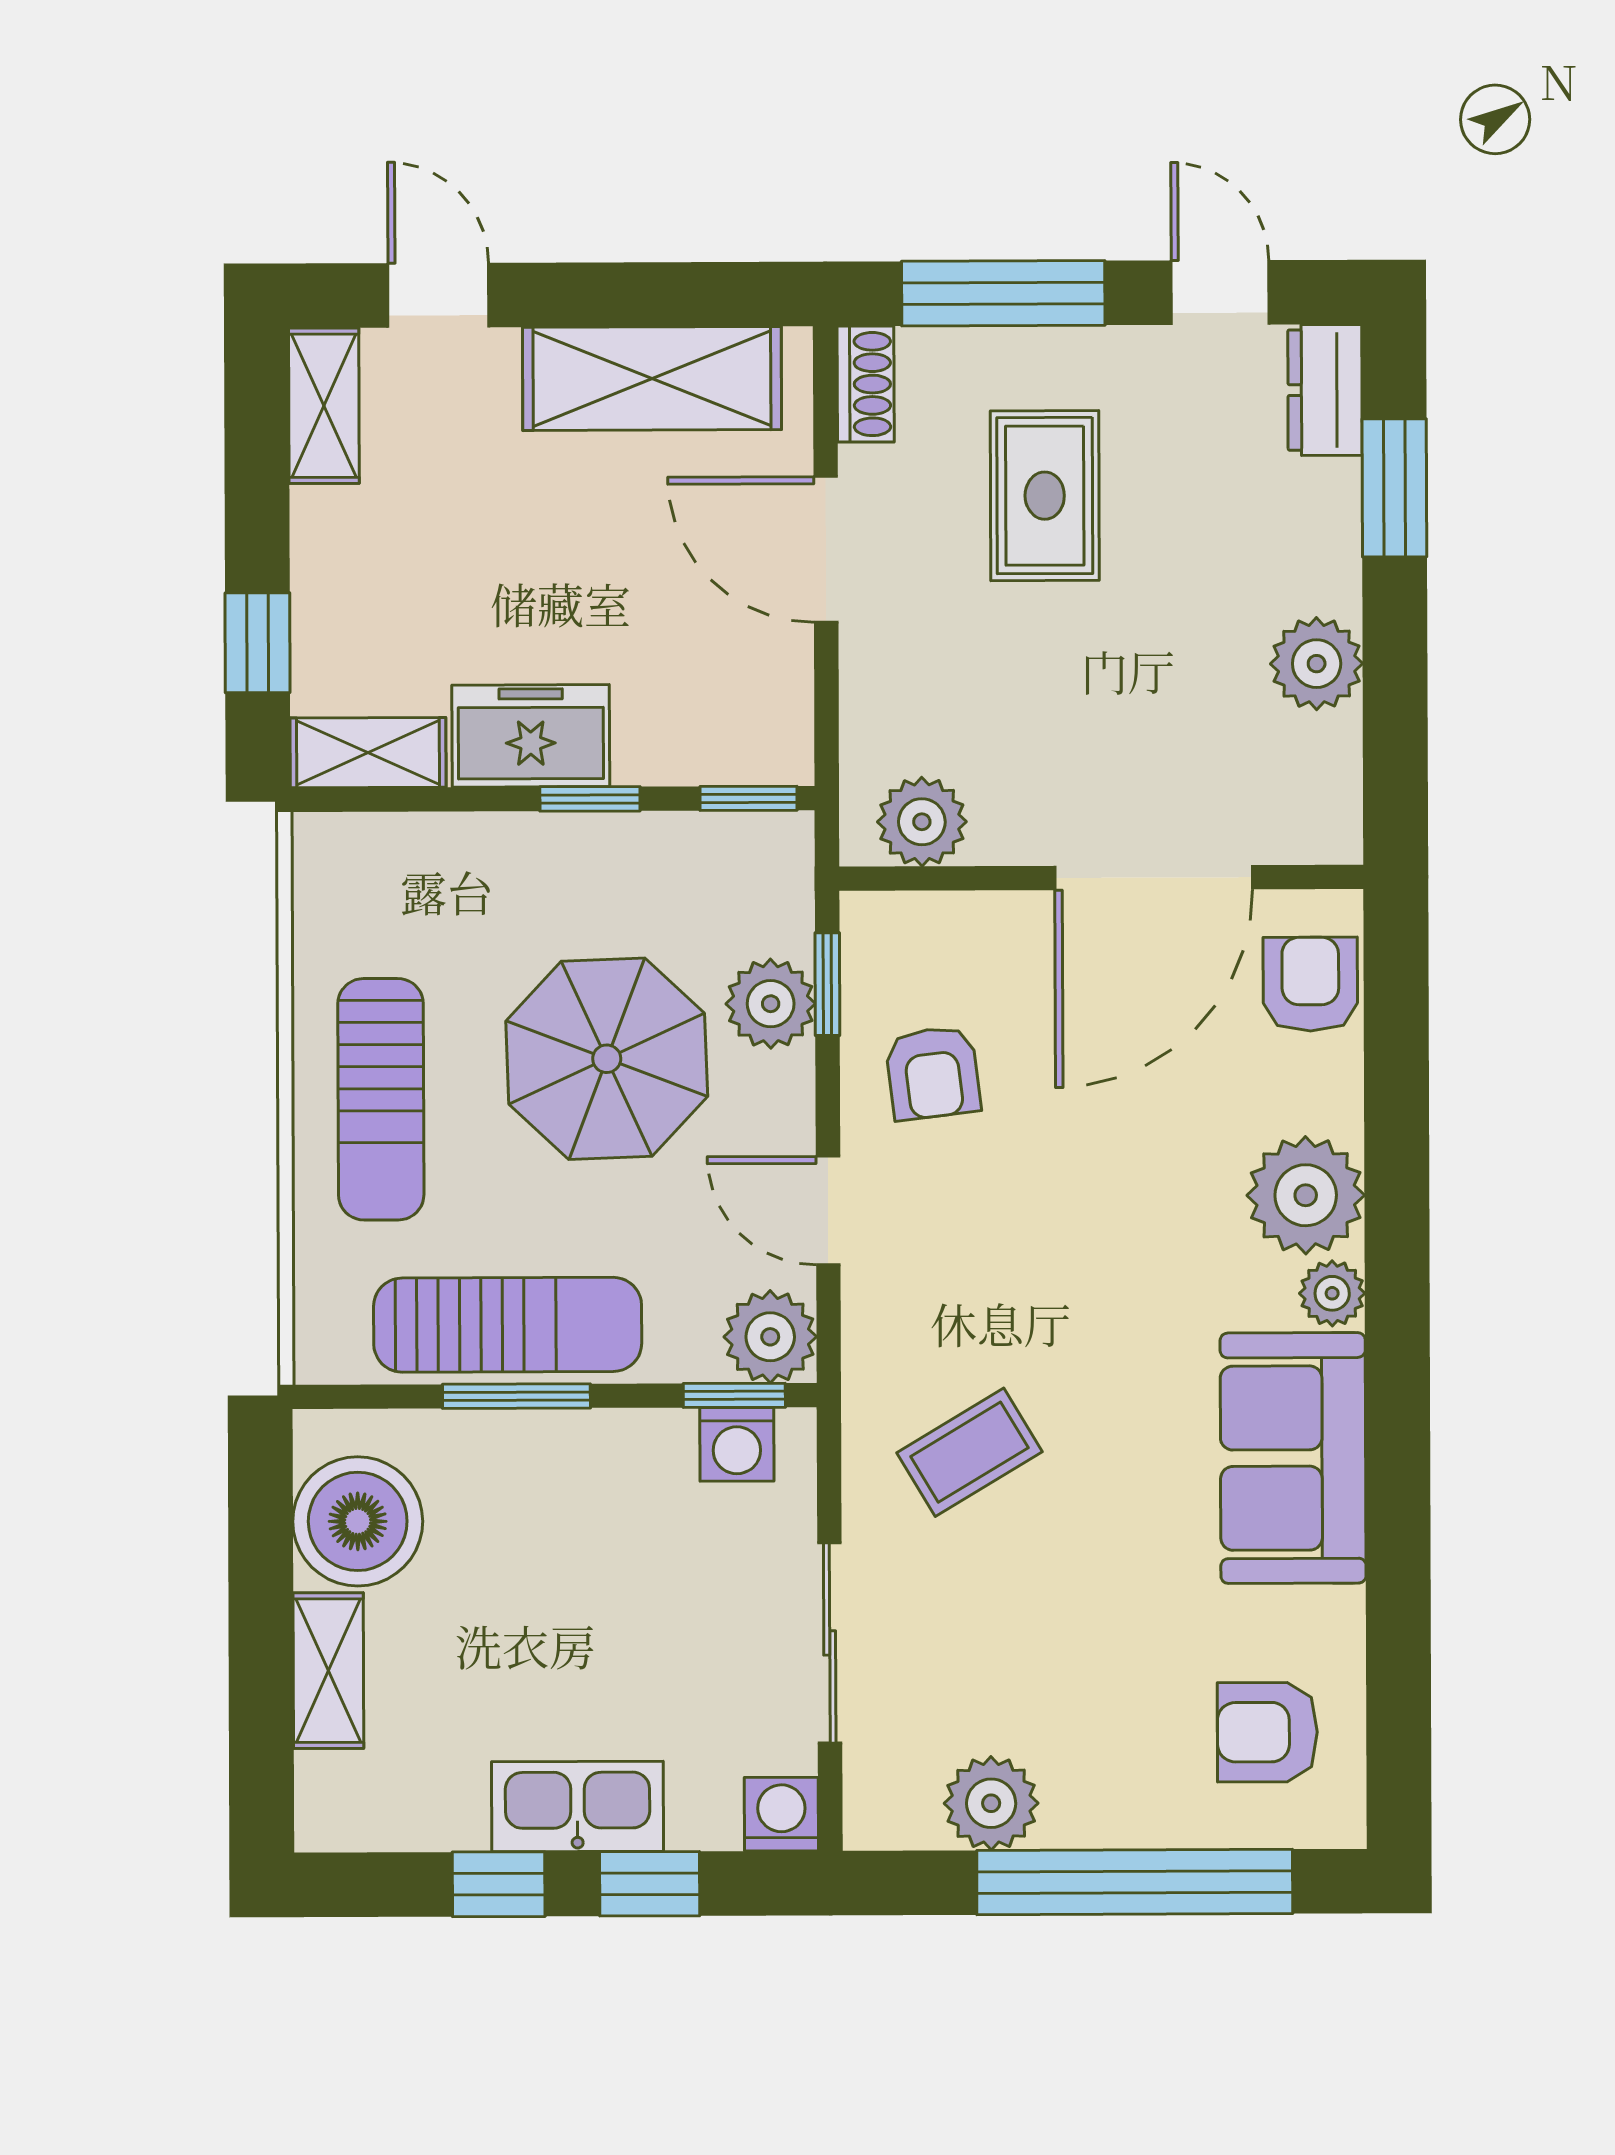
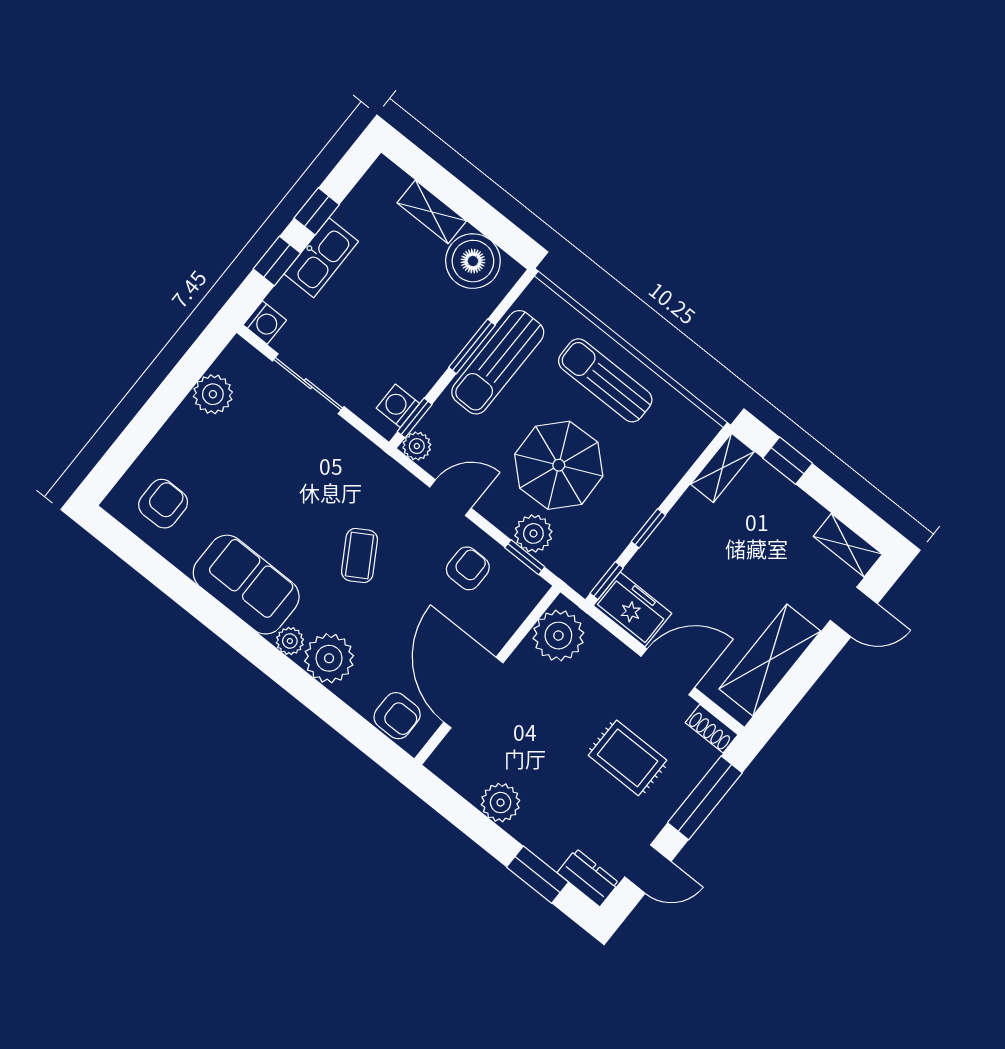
freezer: (531, 736) -> (633, 609), moved, turned -90
plant: (922, 822) -> (558, 636), width x1.36, depth x1.36
armchair: (933, 1073) -> (468, 568), turned 97
plant: (770, 1337) -> (417, 446), width x0.73, depth x0.73
coffee table: (969, 1452) -> (360, 556), moved
window: (1135, 1882) -> (149, 420), removed

